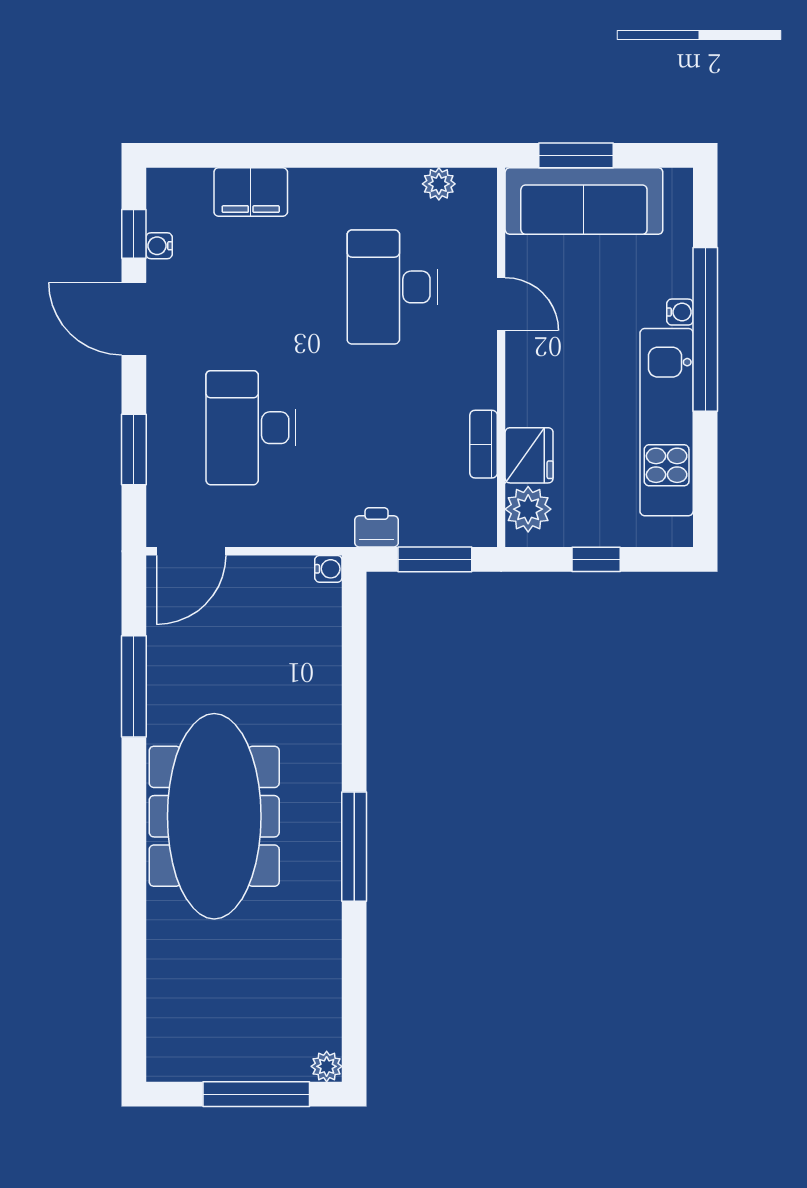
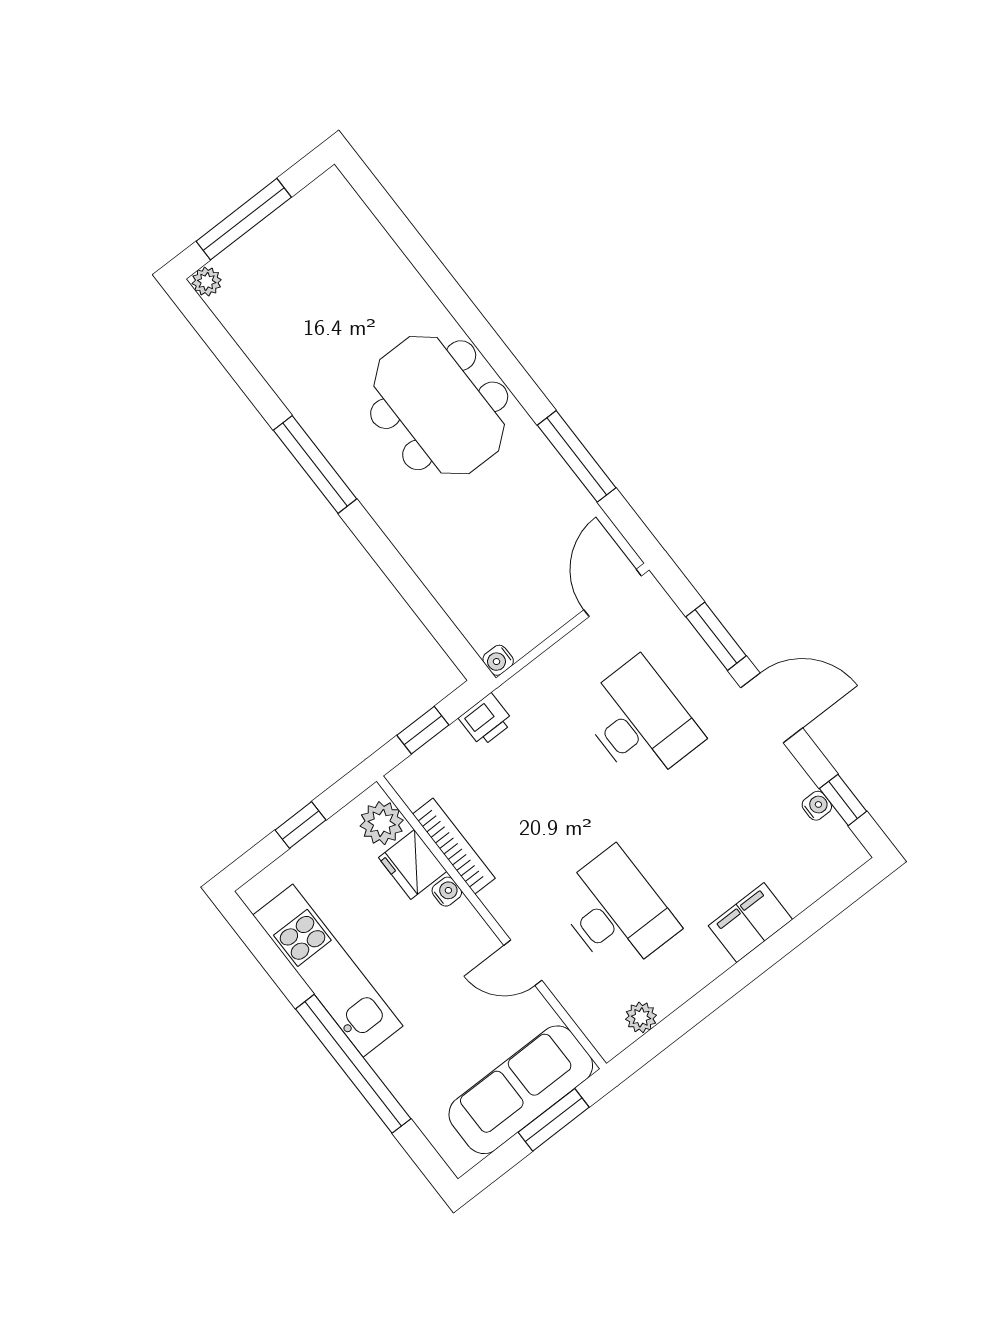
filing cabinet: (251, 192) -> (750, 923), moved
water cooler: (680, 312) -> (447, 892), moved, turned 180
door: (134, 319) -> (772, 708), moved
bookcase: (484, 444) -> (454, 846), width x1.56
window: (435, 559) -> (423, 730), width x0.67
meeting table: (214, 816) -> (439, 405), width x0.73

